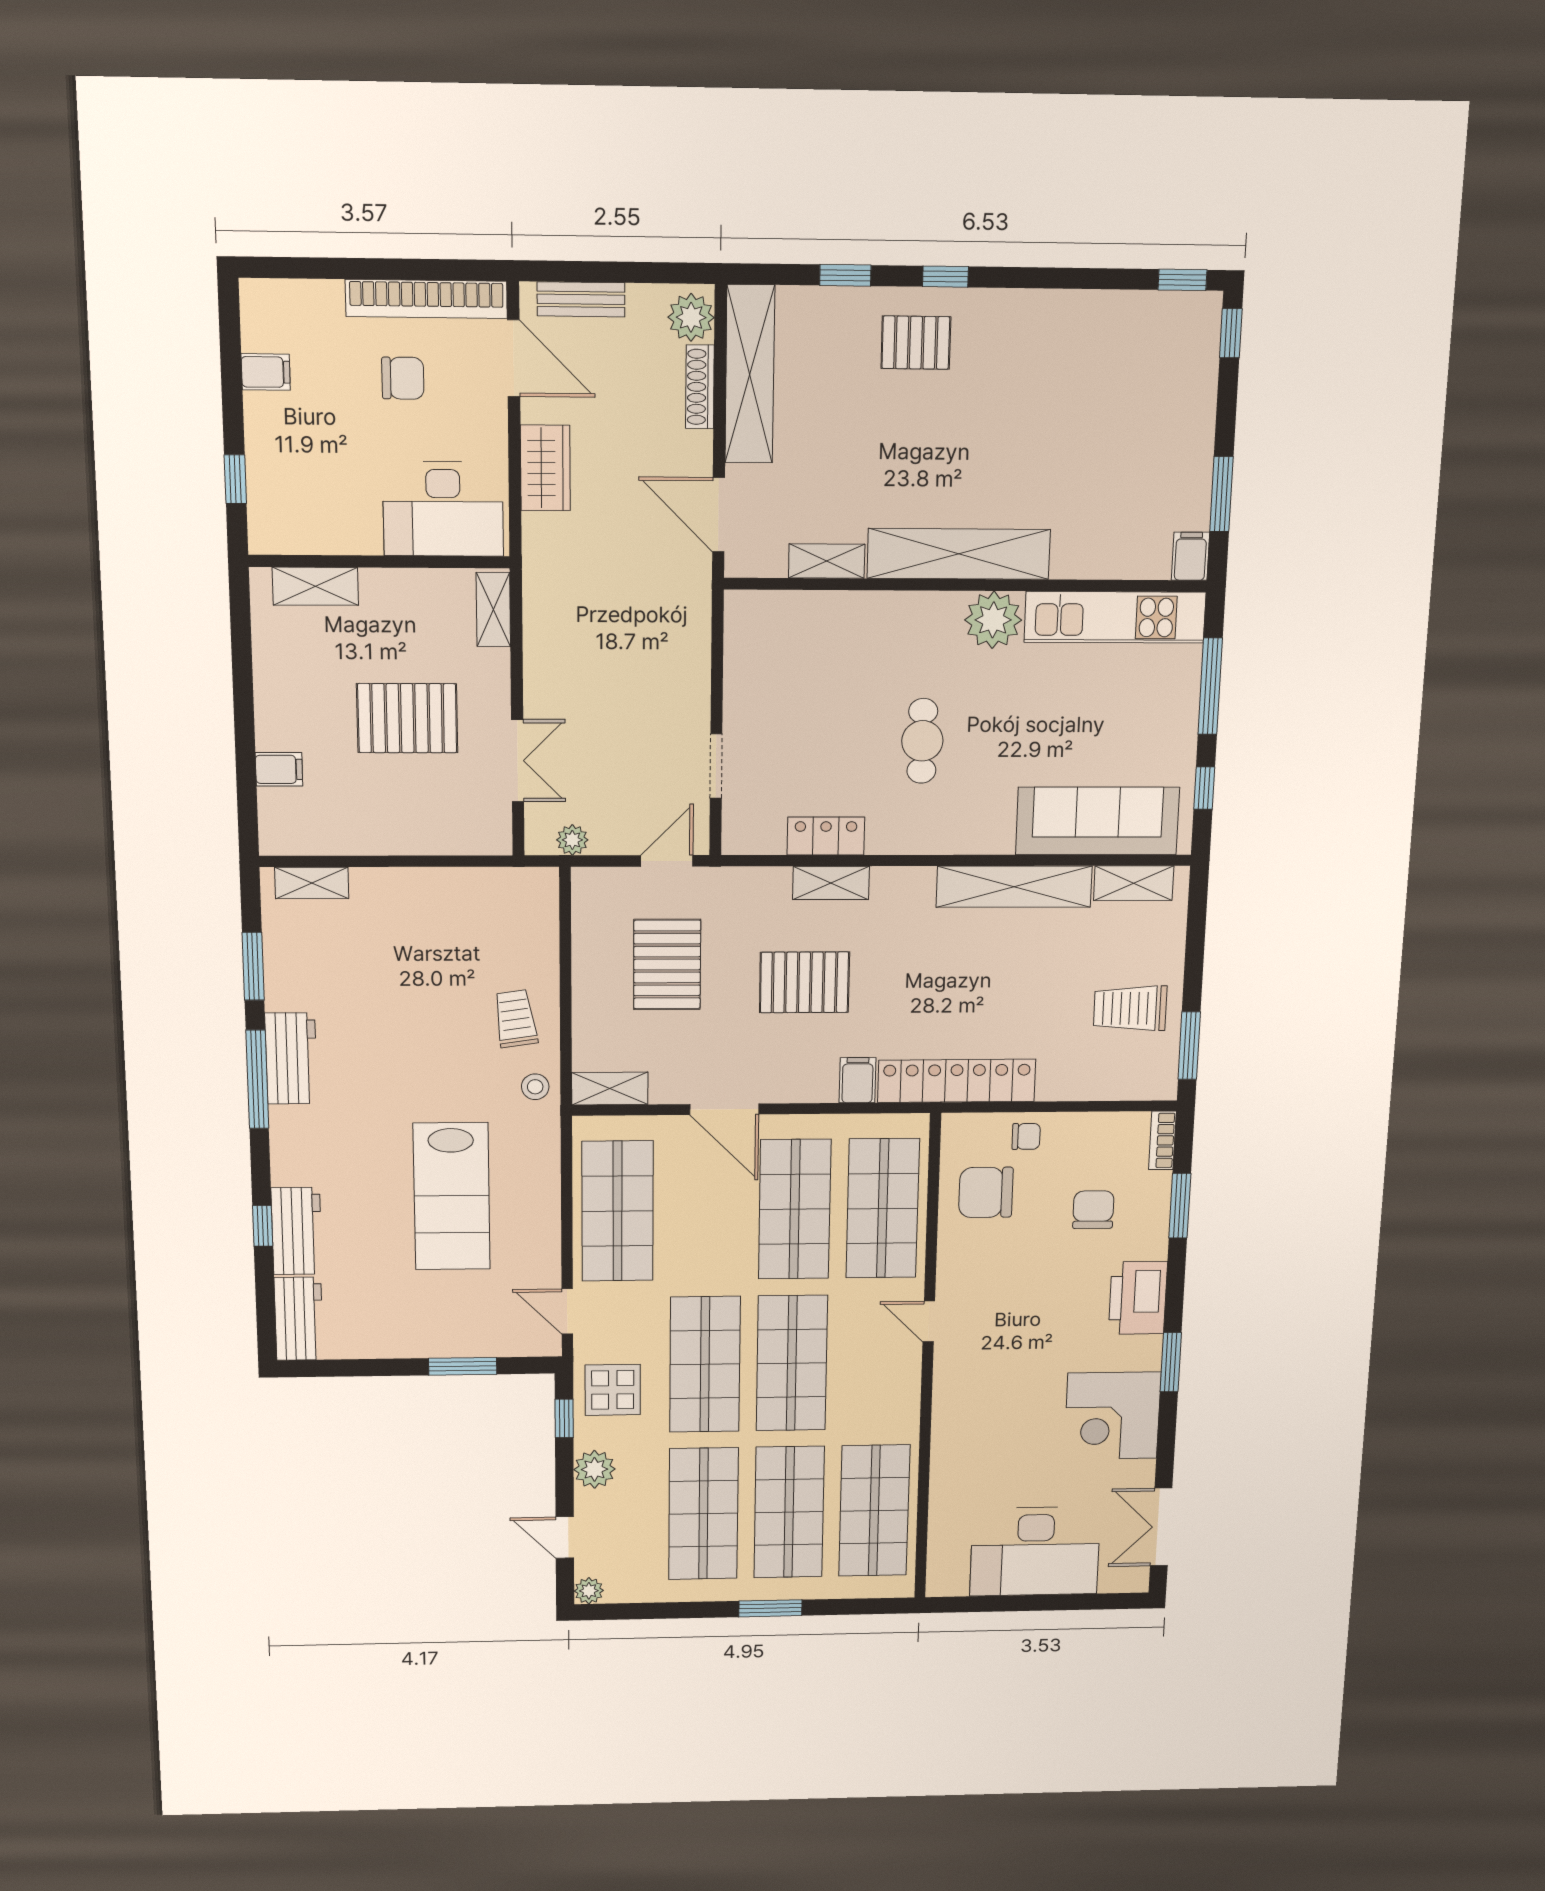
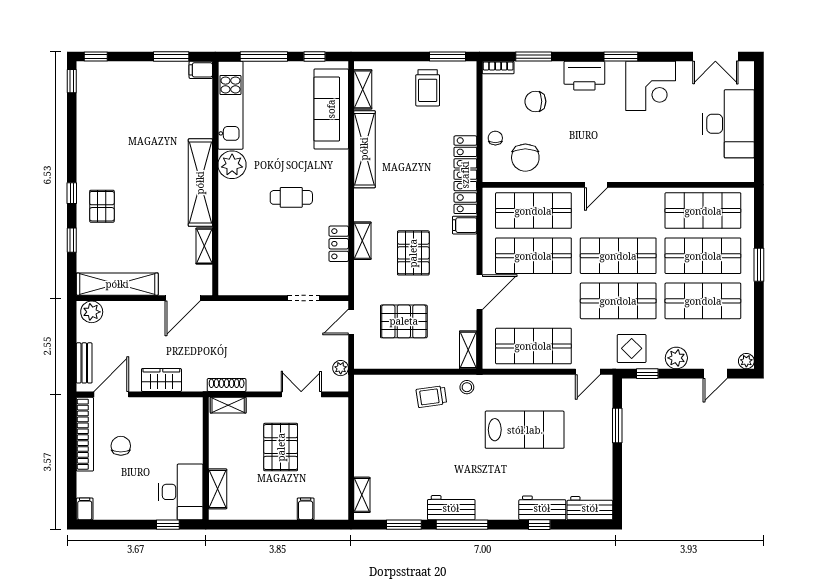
filing cabinet: (266, 372) -> (85, 509), moved
shoe rack: (700, 387) -> (227, 385), moved, turned 180
desk: (443, 509) -> (181, 492), moved
door: (667, 861) -> (351, 322), hinge flipped

